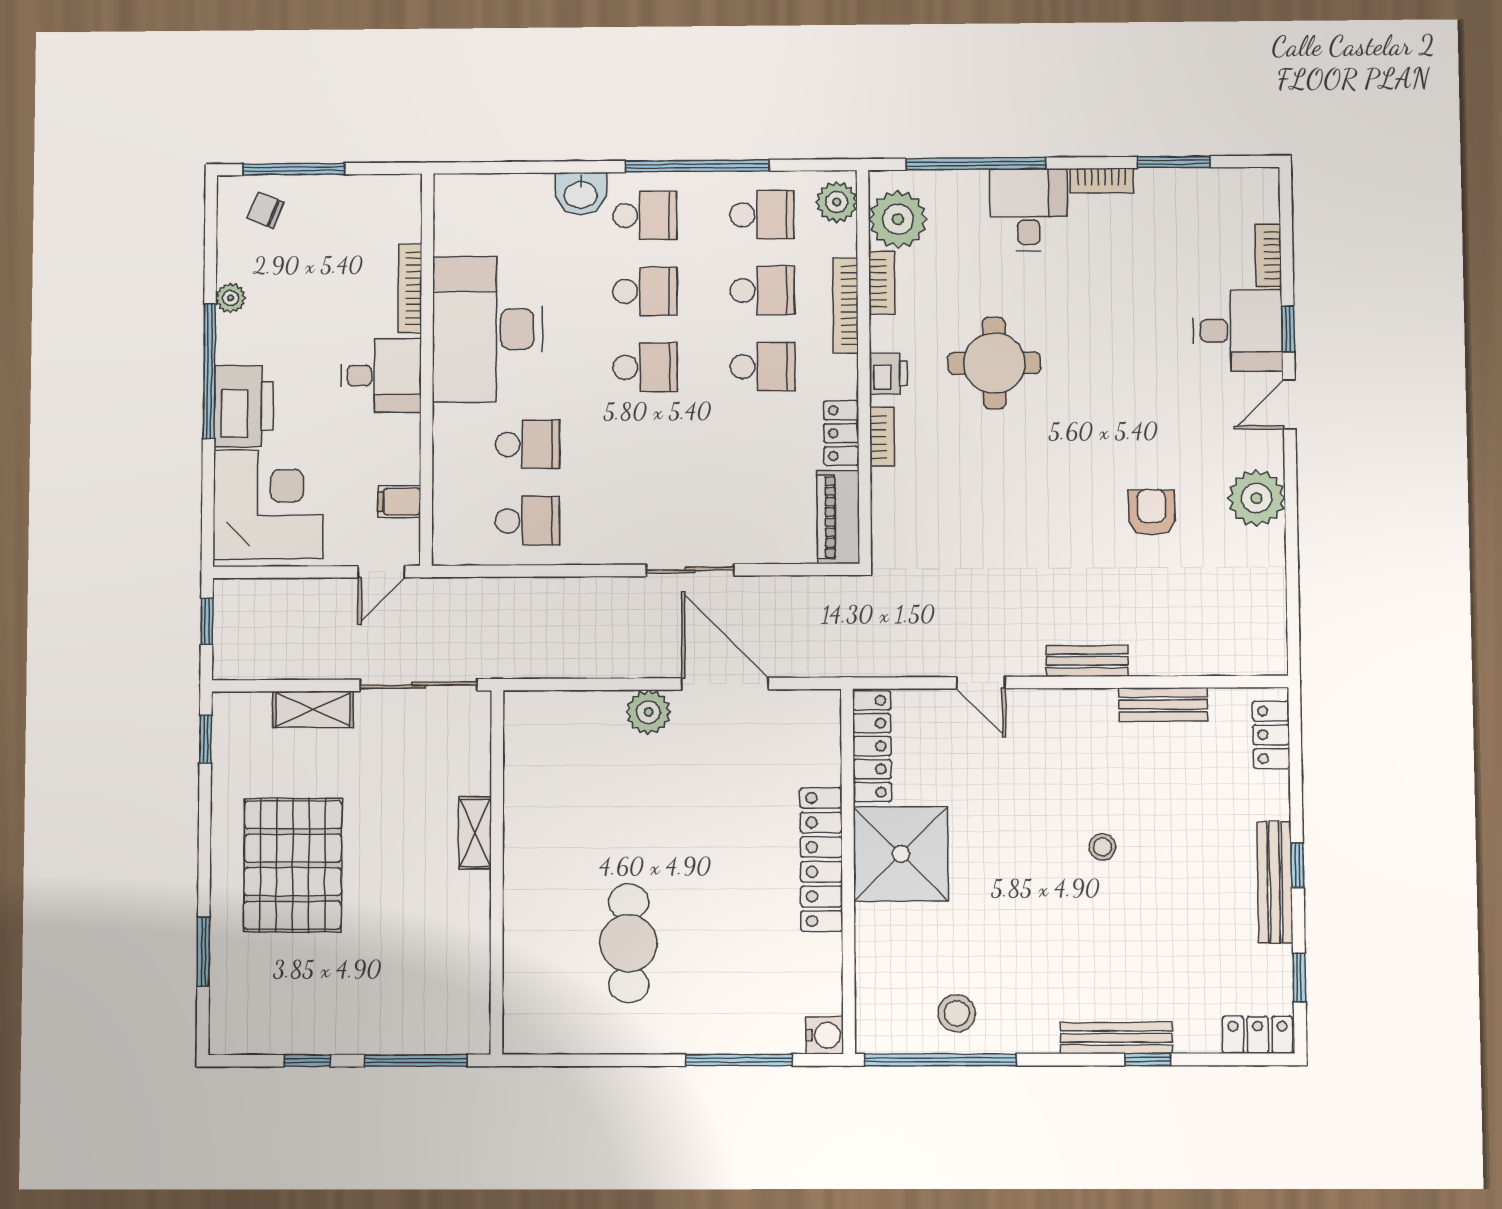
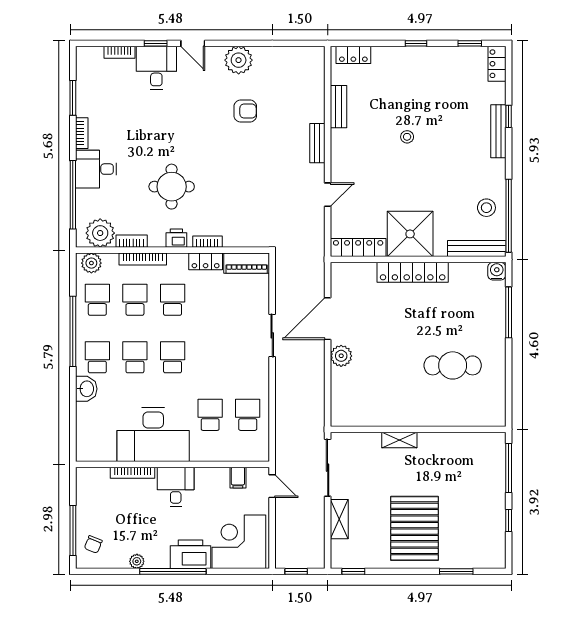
armchair: (1152, 513) -> (245, 111), turned 180
pallet: (293, 865) -> (415, 528), turned 90
bench: (1275, 882) -> (477, 249), moved

